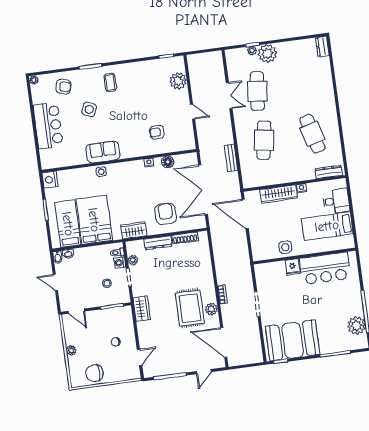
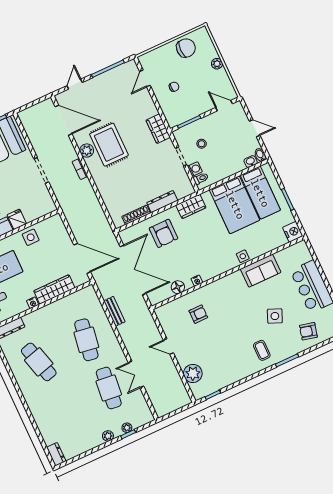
plant: (267, 53) -> (108, 436), width x0.53, depth x0.53
sofa: (103, 152) -> (261, 271), moved
plant: (133, 260) -> (182, 176), removed

